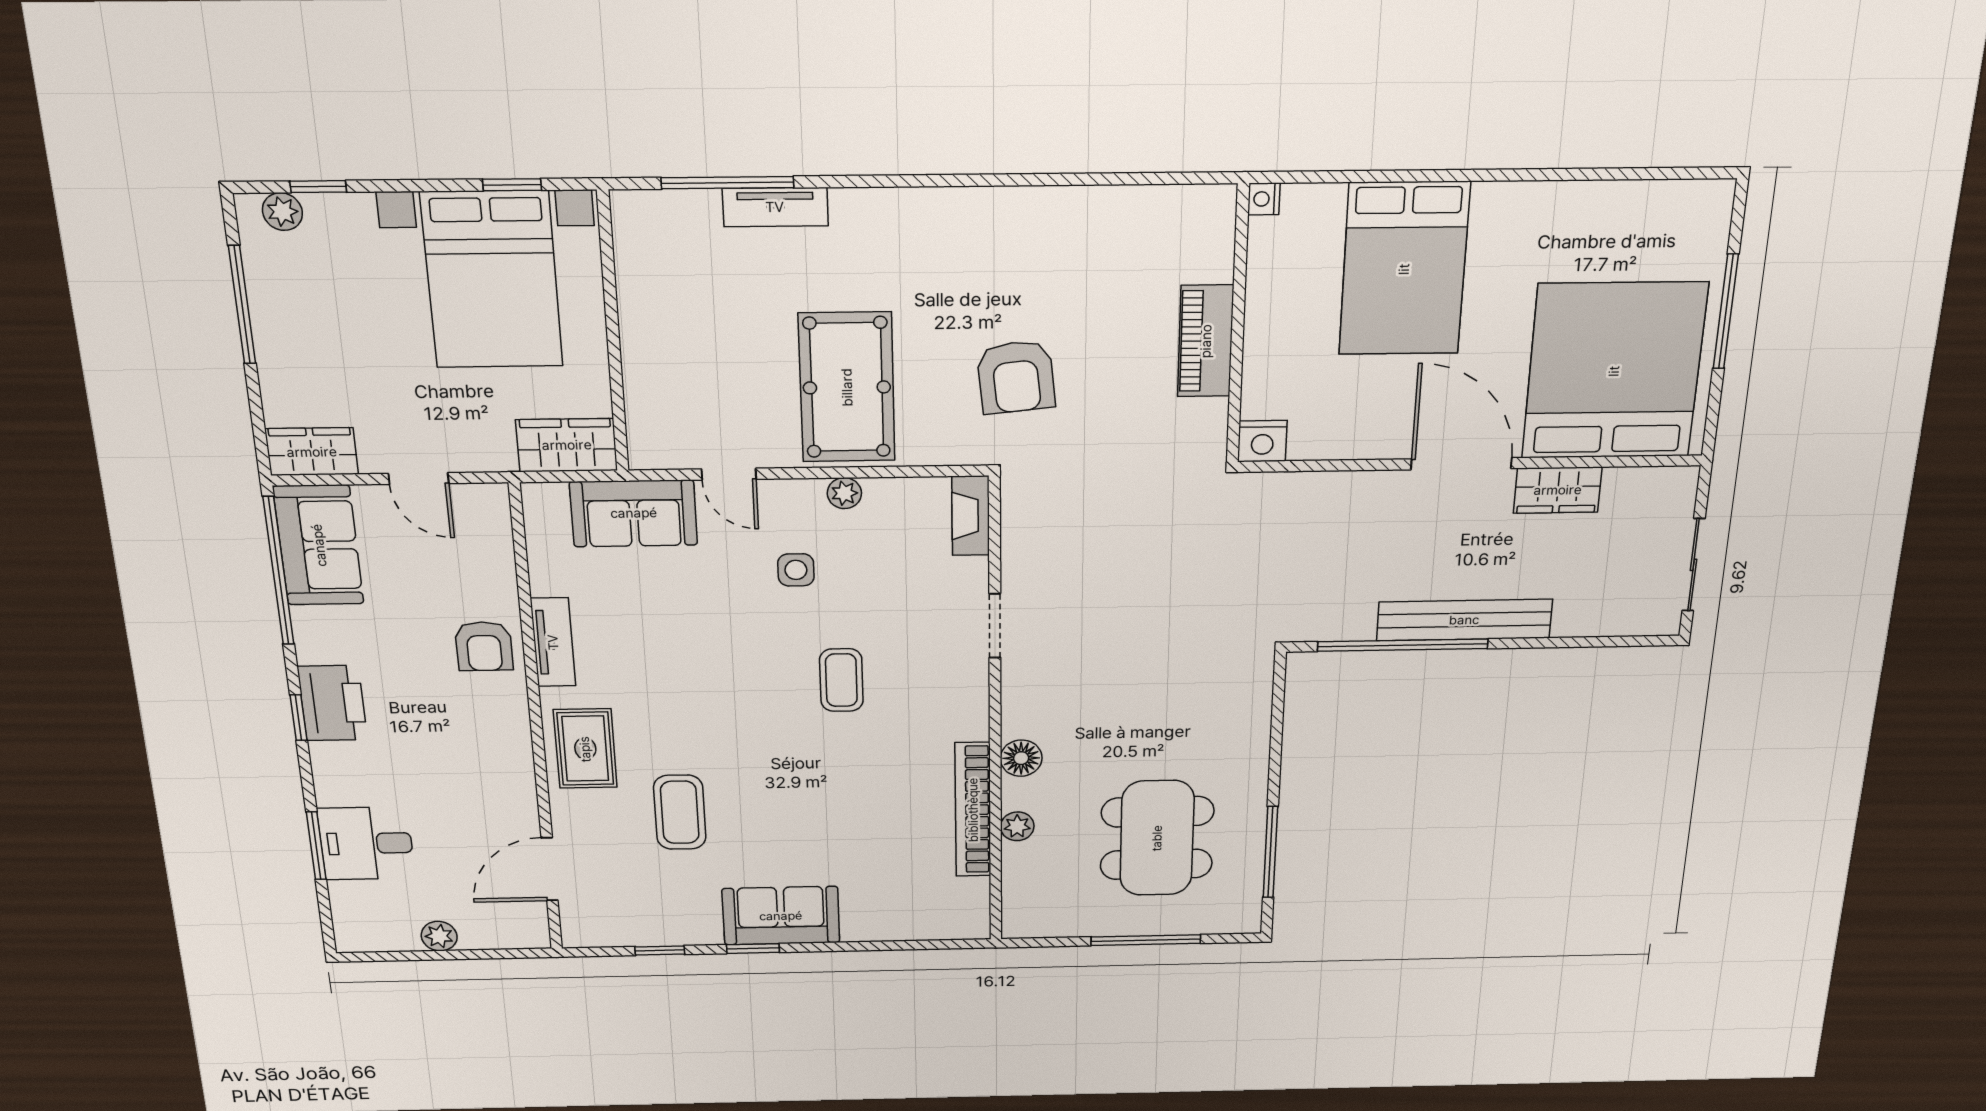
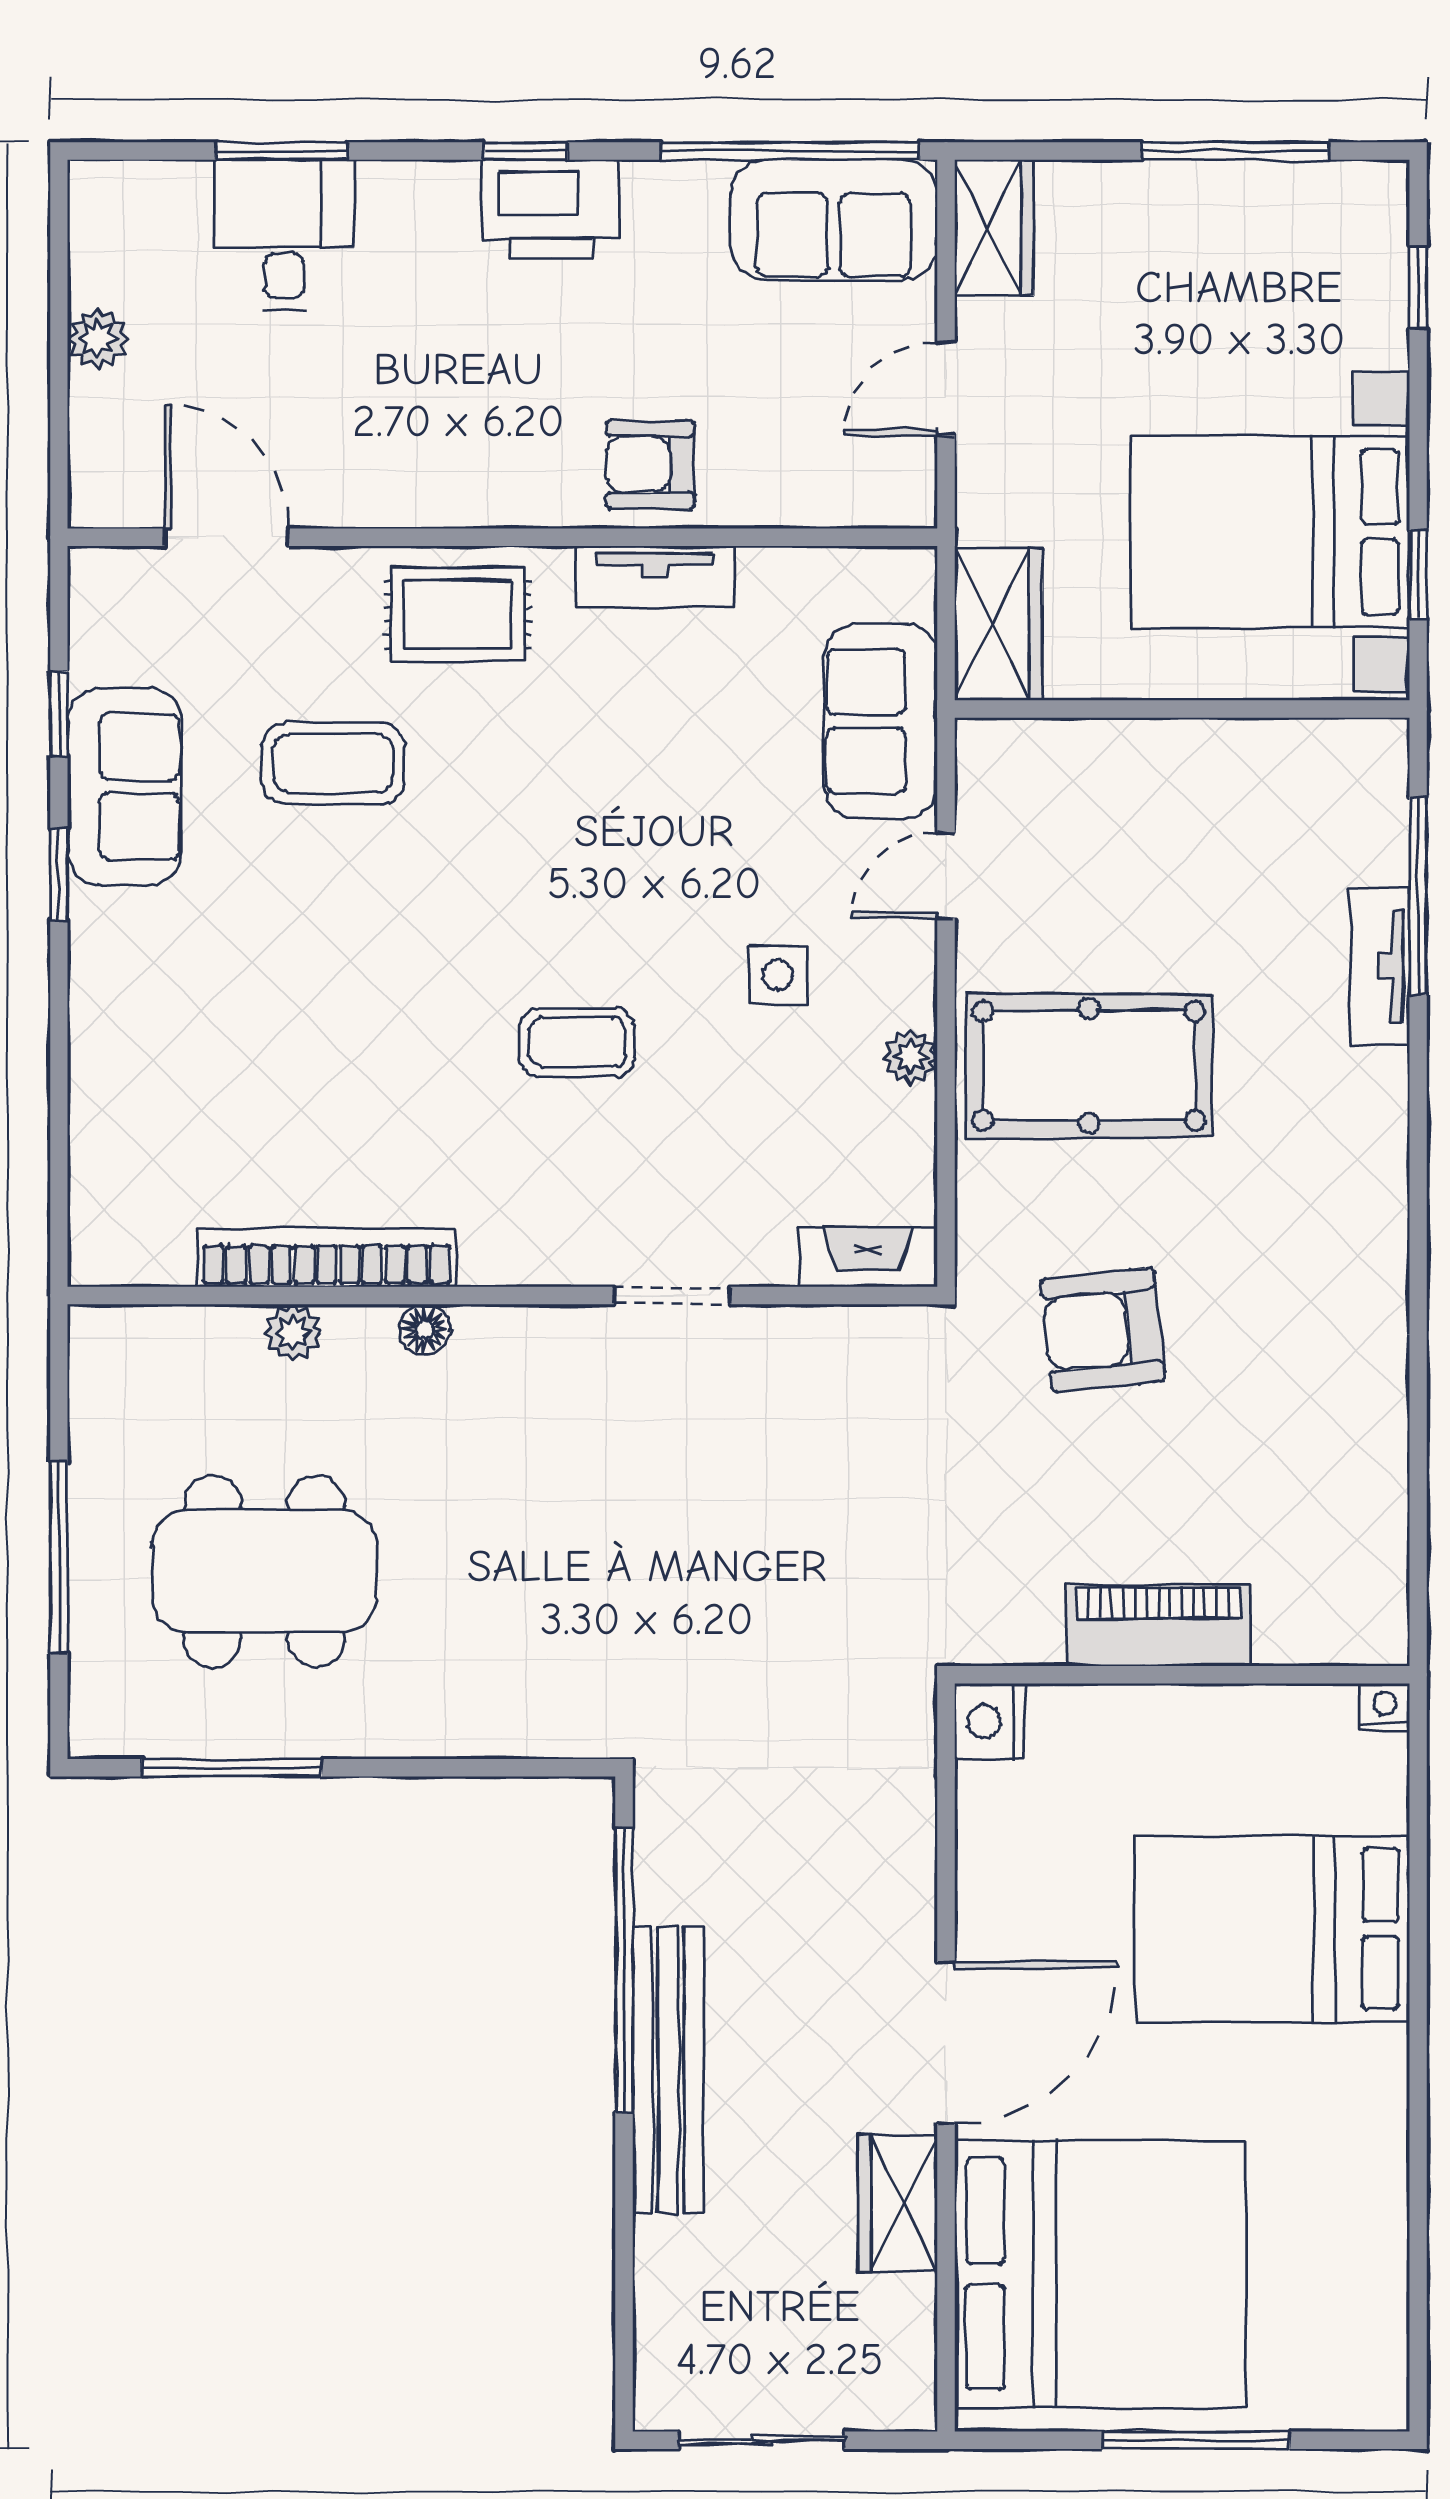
plant: (282, 212) -> (1380, 230), removed
floor lamp: (1021, 758) -> (425, 1330), width x0.73, depth x0.73
sofa: (781, 916) -> (125, 787), moved

